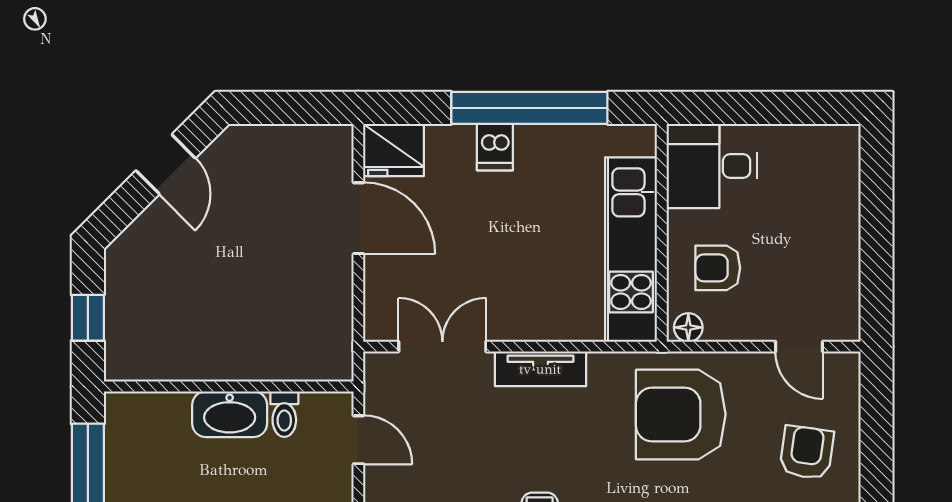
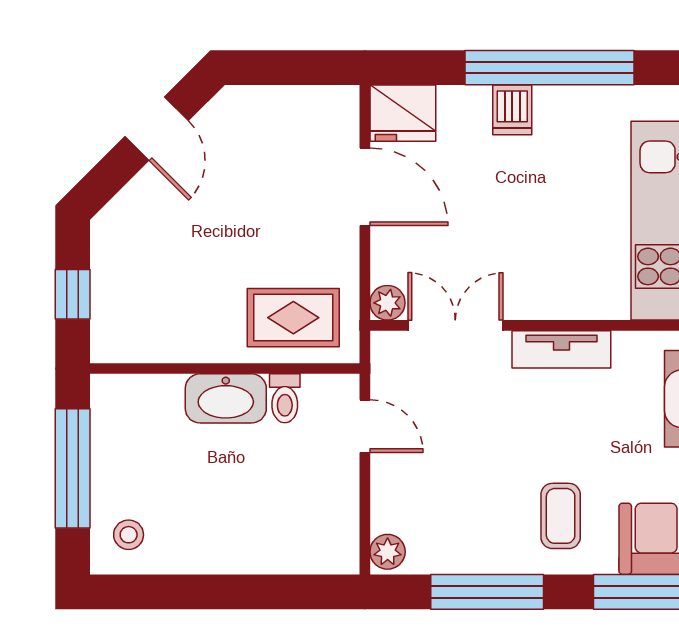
plant: (379, 326) -> (387, 303), added
rug: (292, 339) -> (293, 318), added

